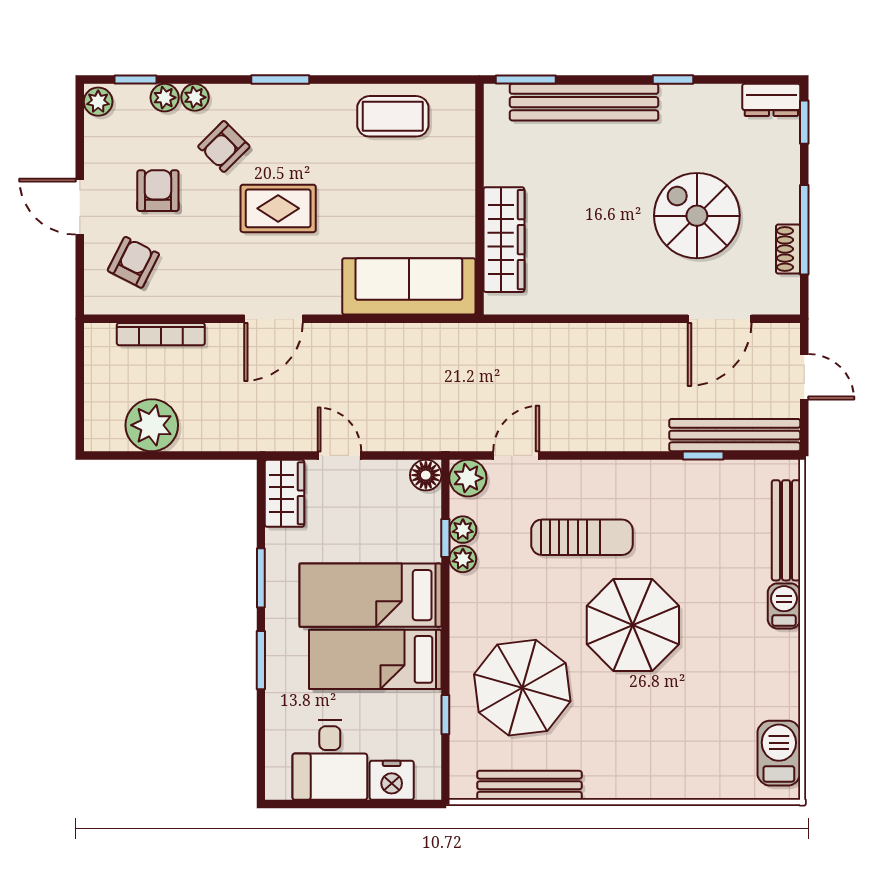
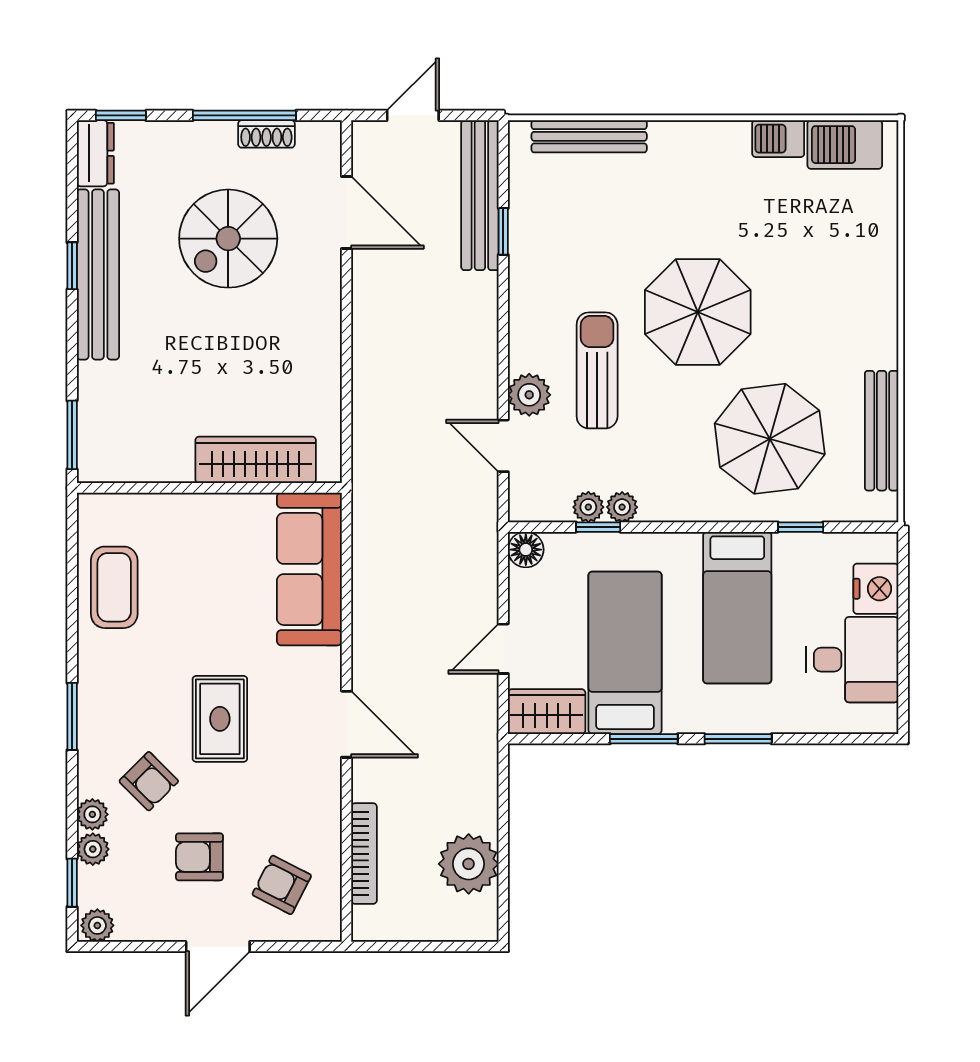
bench: (584, 102) -> (98, 274), moved
plant: (468, 478) -> (529, 395), moved
bed: (370, 595) -> (625, 653), moved, turned 180
barbecue: (784, 606) -> (778, 139), moved

